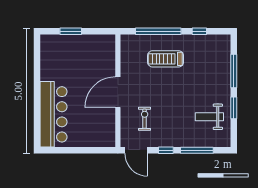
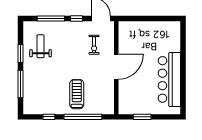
window: (71, 31) -> (142, 117), moved
treadmill: (166, 59) -> (77, 94), turned -90
bar counter: (54, 114) -> (169, 79), moved
weight bench: (209, 117) -> (41, 46), turned -90

